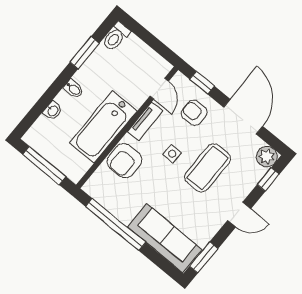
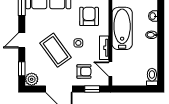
window: (85, 53) -> (161, 57), removed
armchair: (124, 161) -> (89, 16), moved
coffee table: (208, 168) -> (56, 50), turned -36

